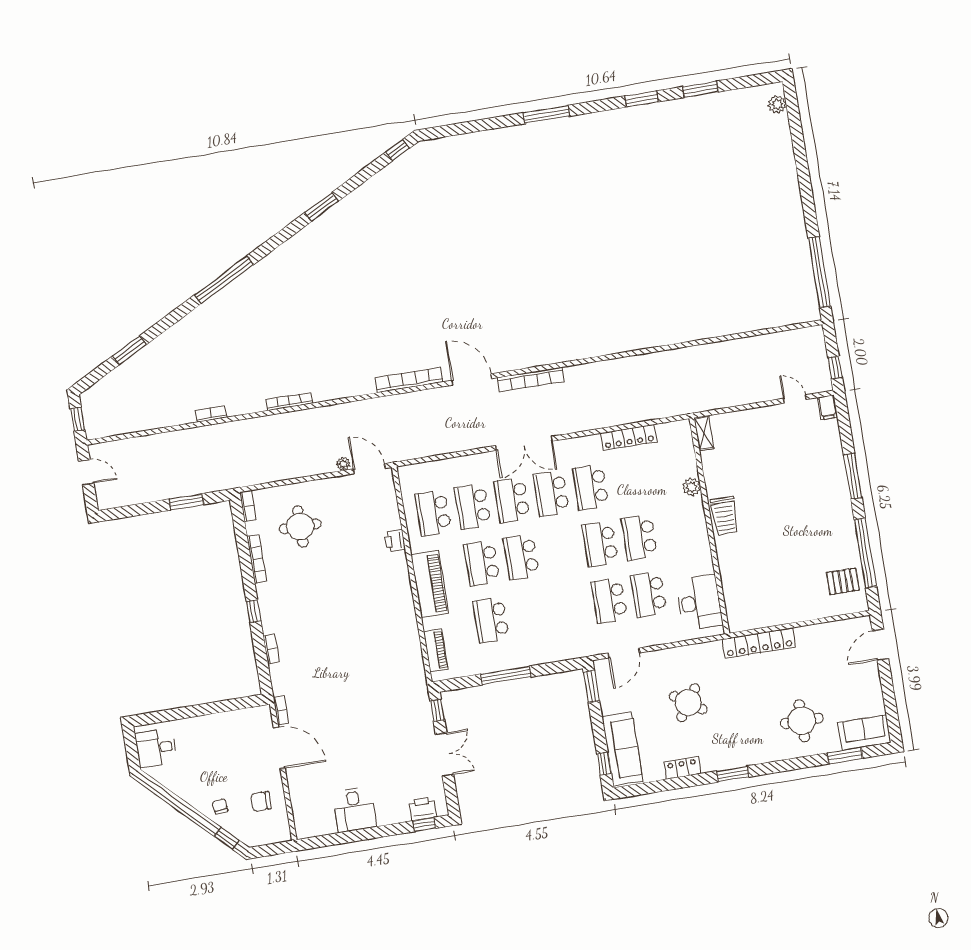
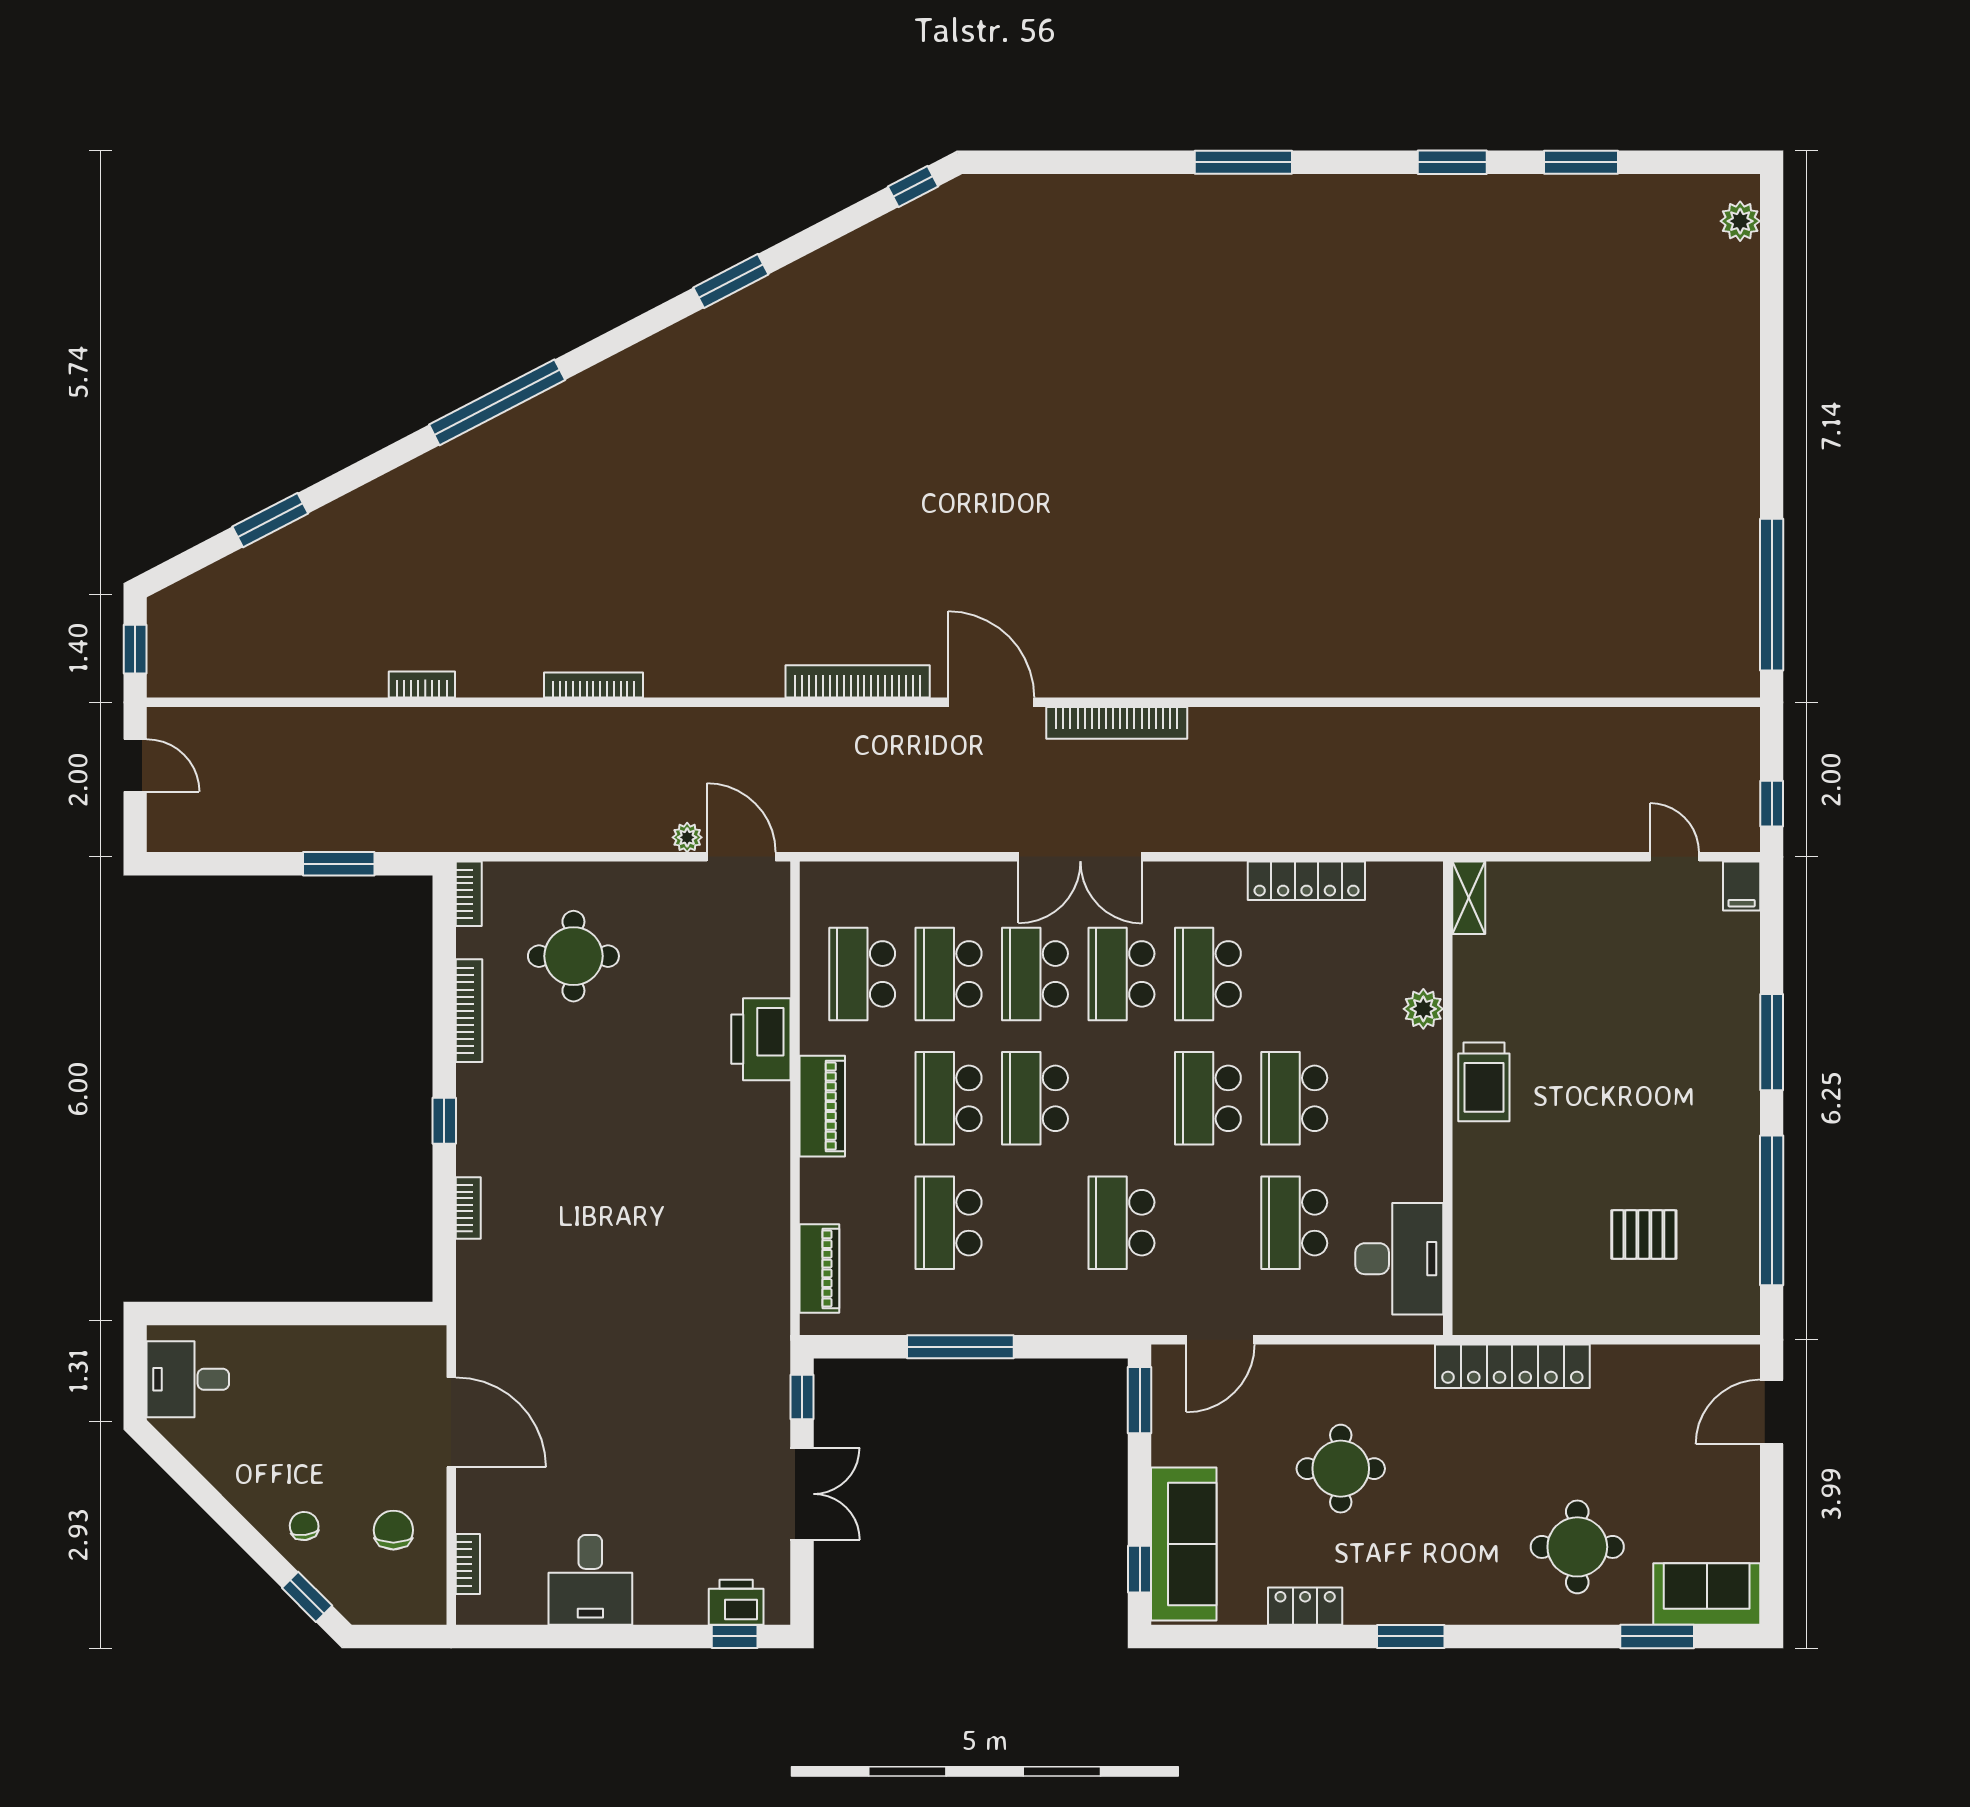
printer: (395, 541) -> (761, 1039), width x1.87, depth x1.48
pallet: (843, 581) -> (1644, 1234), moved
piano: (430, 584) -> (822, 1106), width x0.73, depth x0.75
school desk: (609, 601) -> (1121, 1223), moved
round table: (688, 703) -> (1341, 1469), turned -34
bookcase: (281, 710) -> (468, 1564), moved
chair: (261, 801) -> (393, 1530), turned 90

